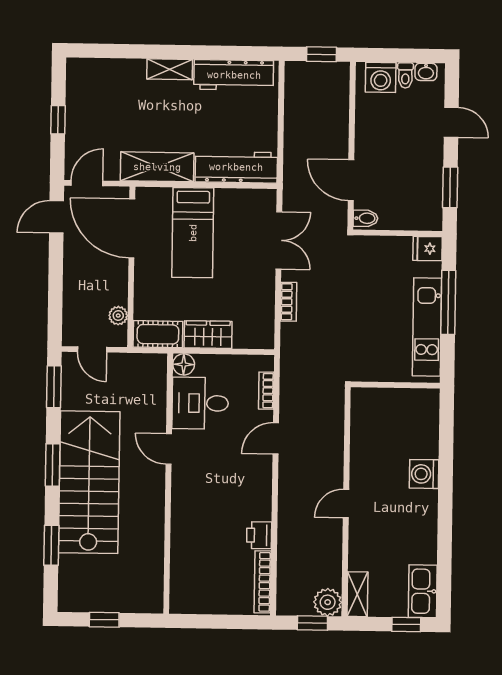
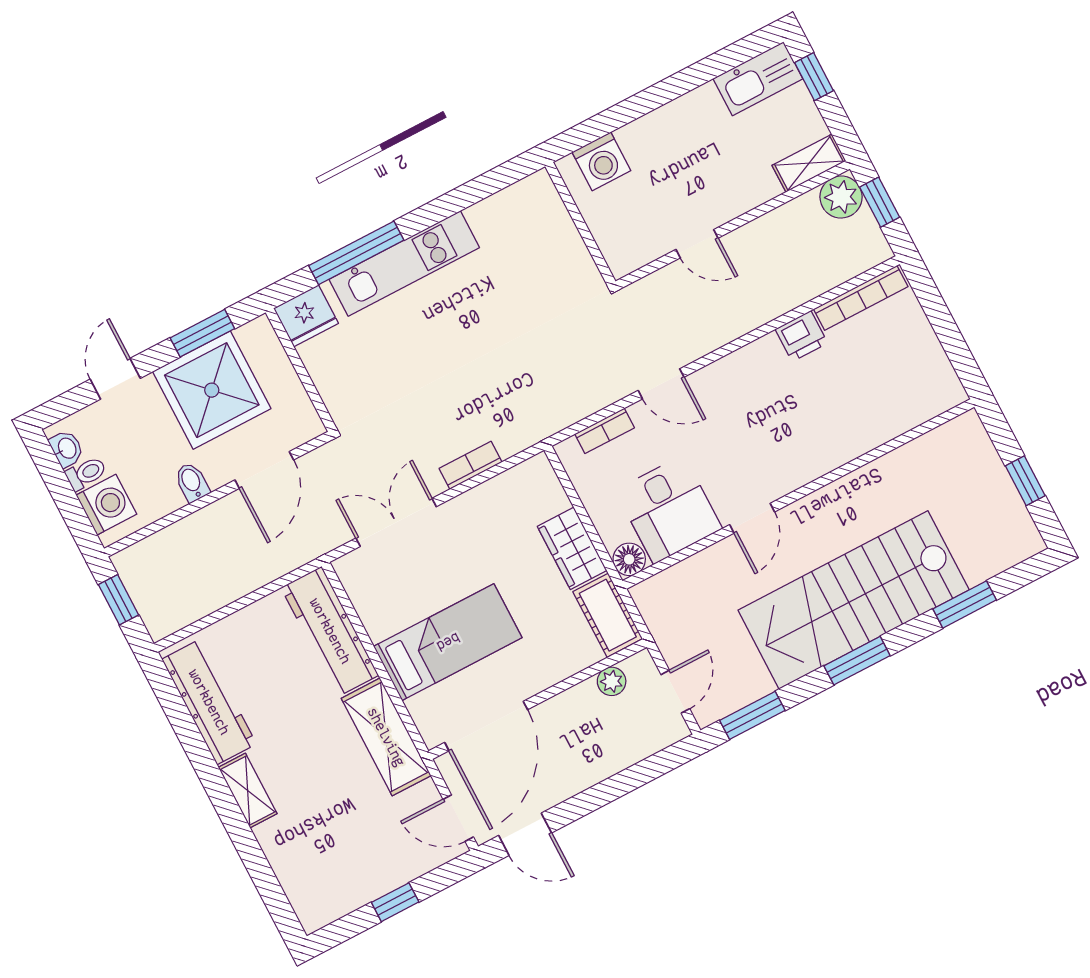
shower: (414, 175) -> (212, 390), added
bidet: (365, 218) -> (192, 482), moved
fridge: (428, 249) -> (306, 316), width x1.38
wall: (395, 385) -> (580, 224), moved

